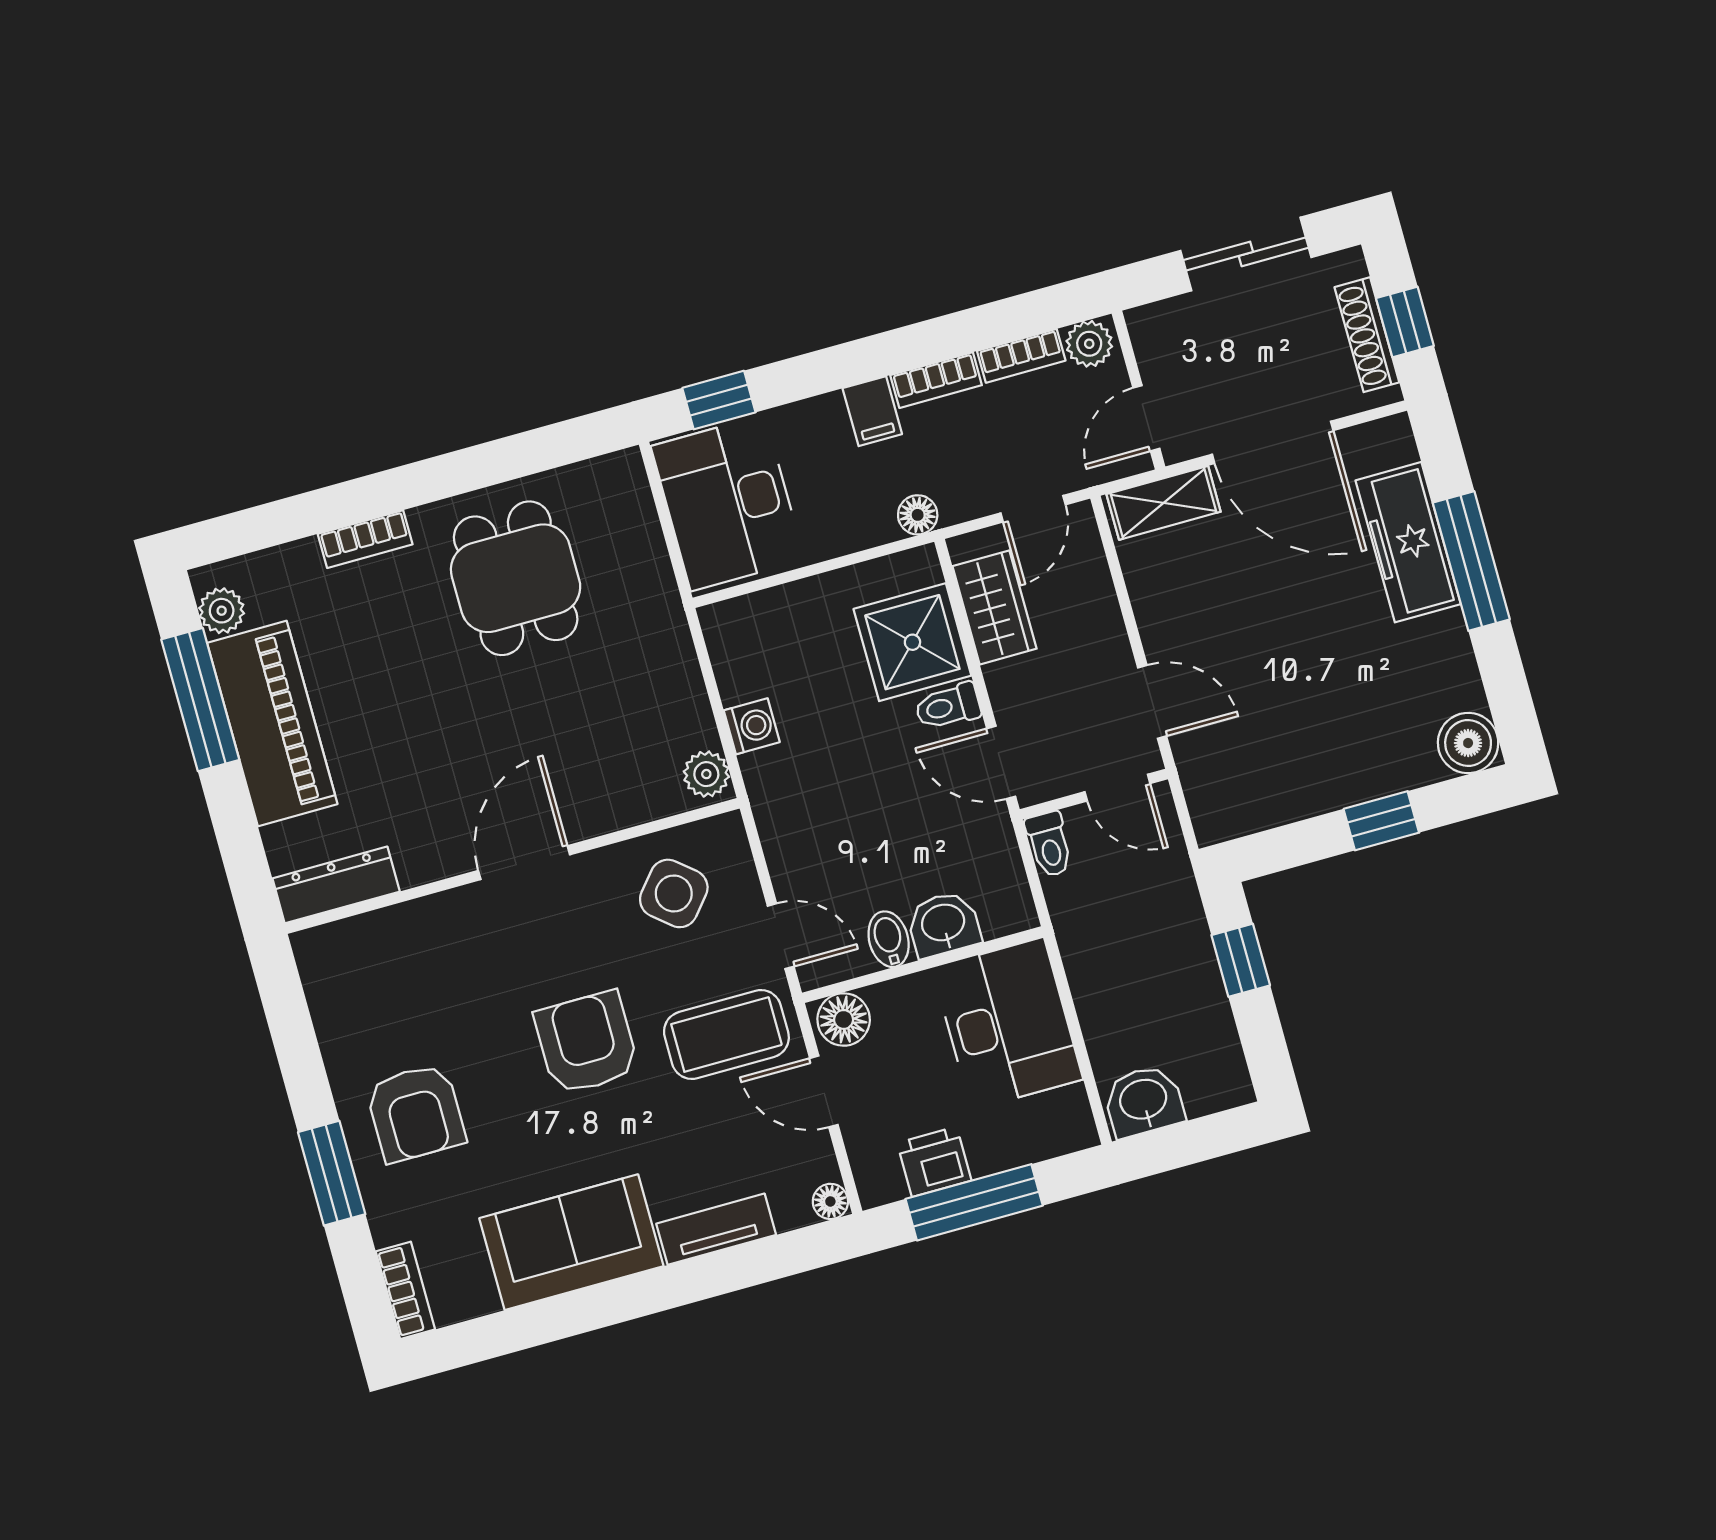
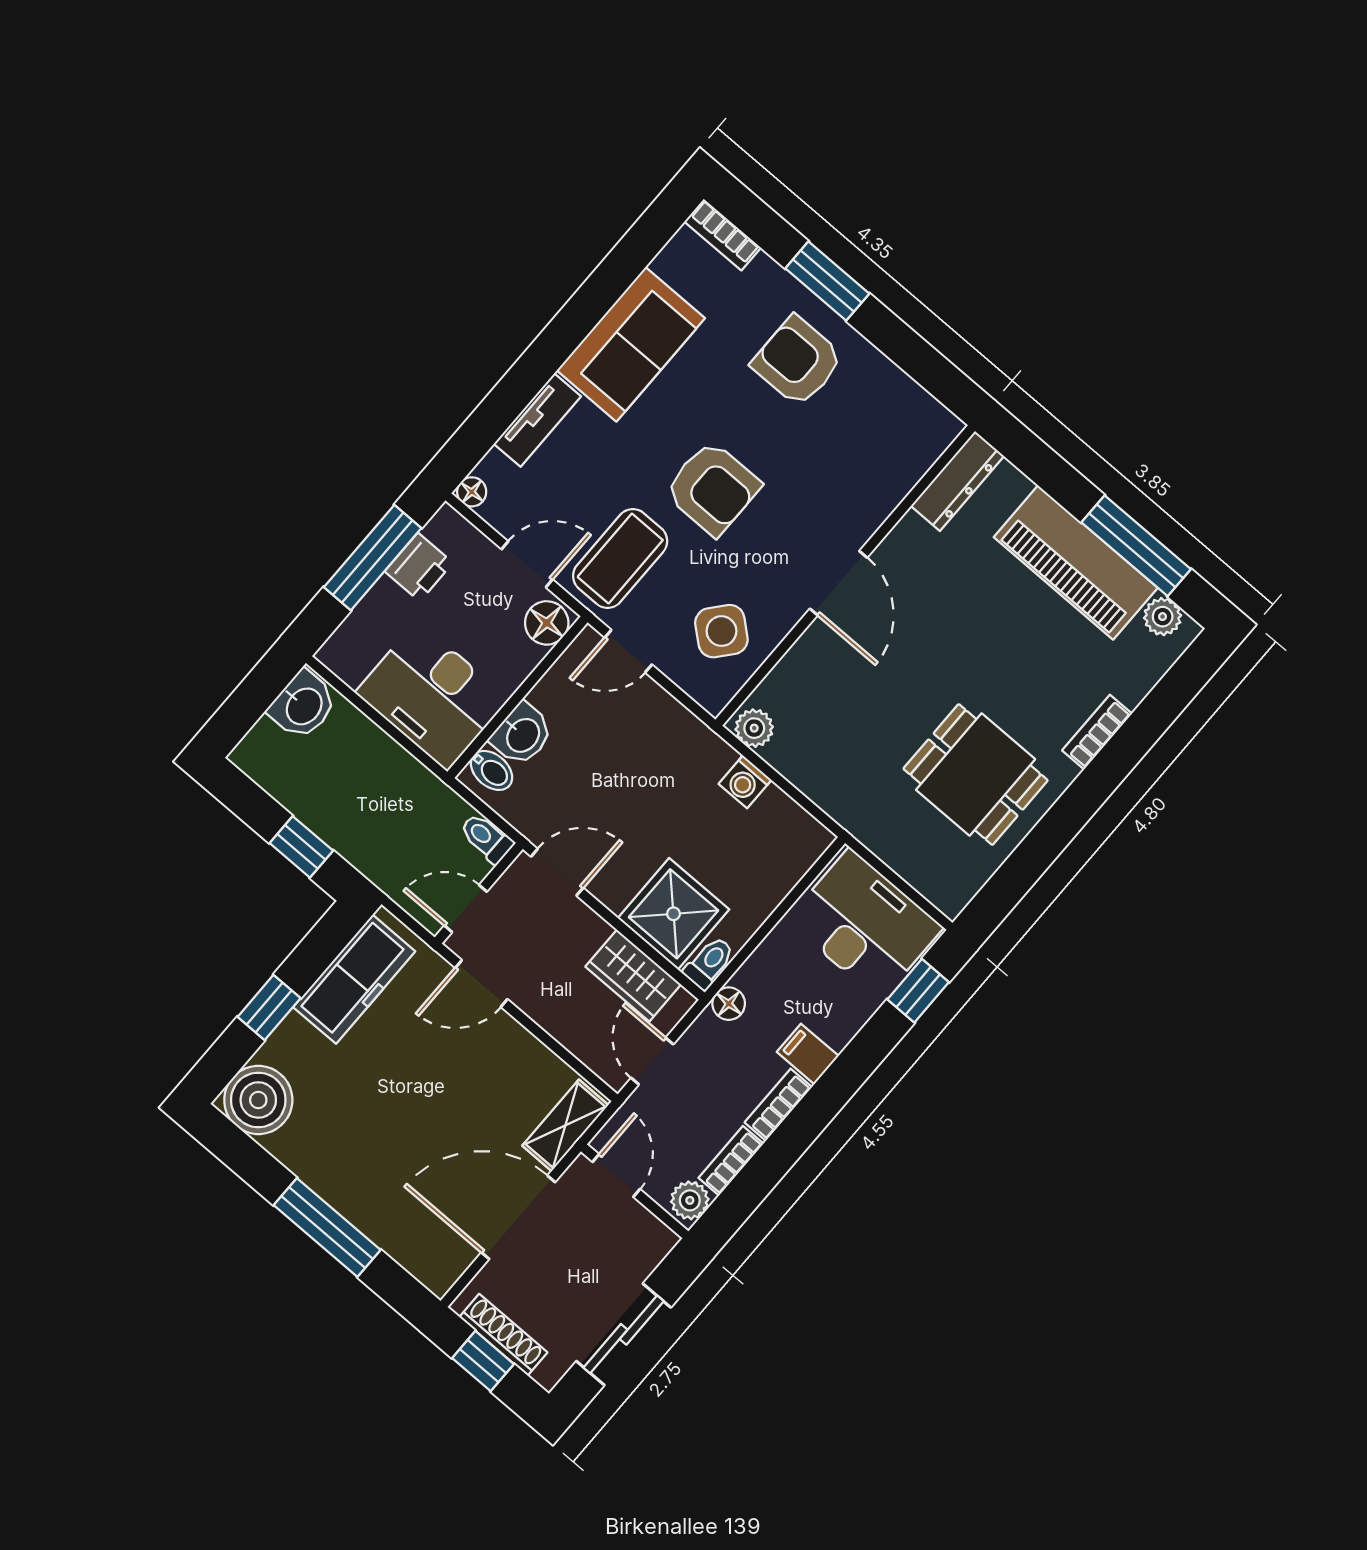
freezer: (1408, 542) -> (354, 979), moved, turned 90
toilet: (948, 706) -> (709, 963), moved
boiler: (1468, 743) -> (258, 1100), width x1.37, depth x1.37
bidet: (889, 939) -> (492, 770), moved

